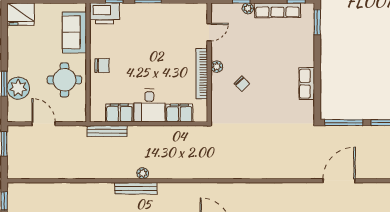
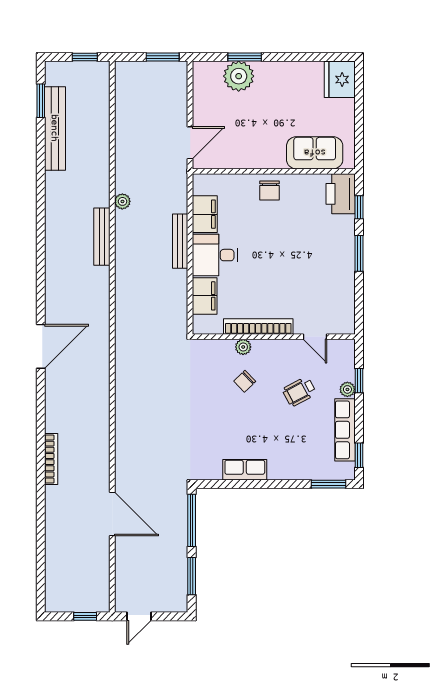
wheelchair: (249, 44) -> (299, 392), added
plant: (217, 67) -> (243, 347), moved
round table: (64, 80) -> (250, 139), removed
door: (44, 124) -> (190, 143), moved
bench: (107, 131) -> (180, 241), moved
plant: (143, 173) -> (122, 201), moved

